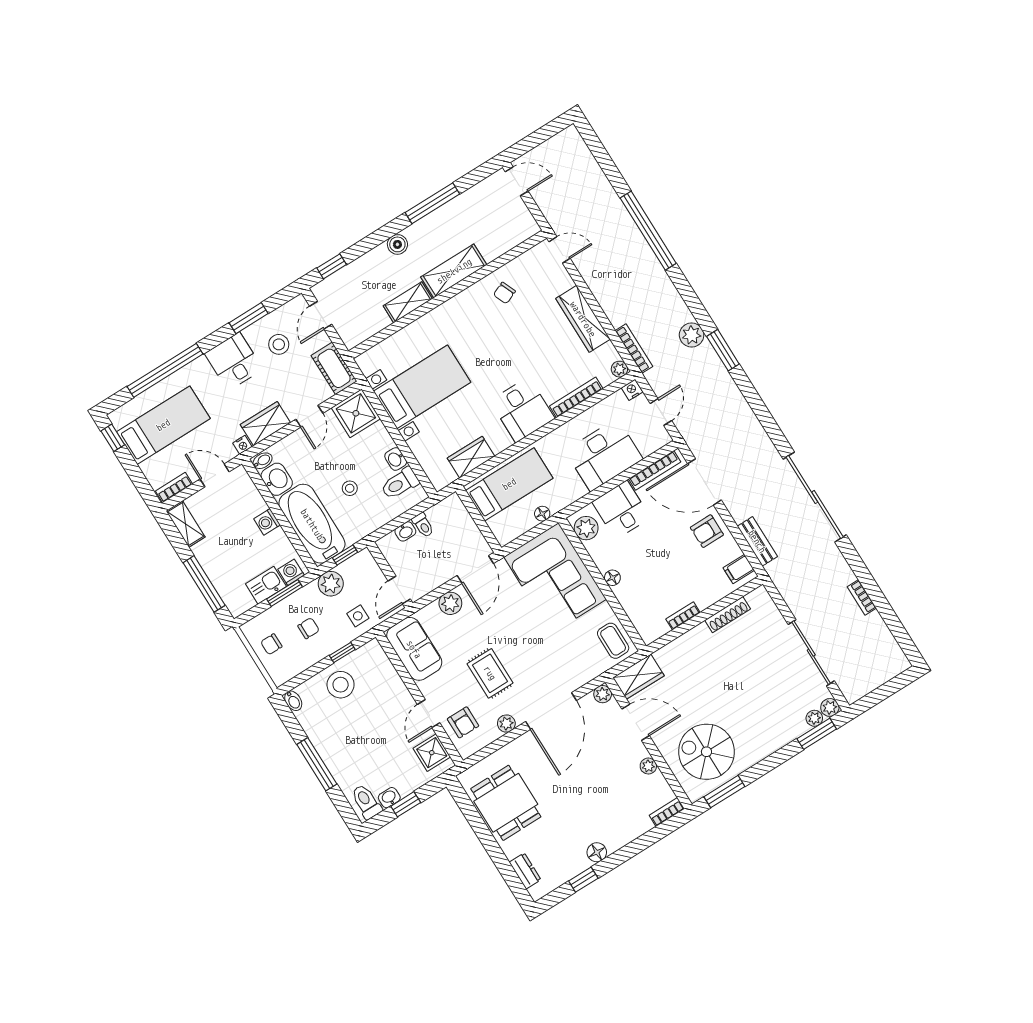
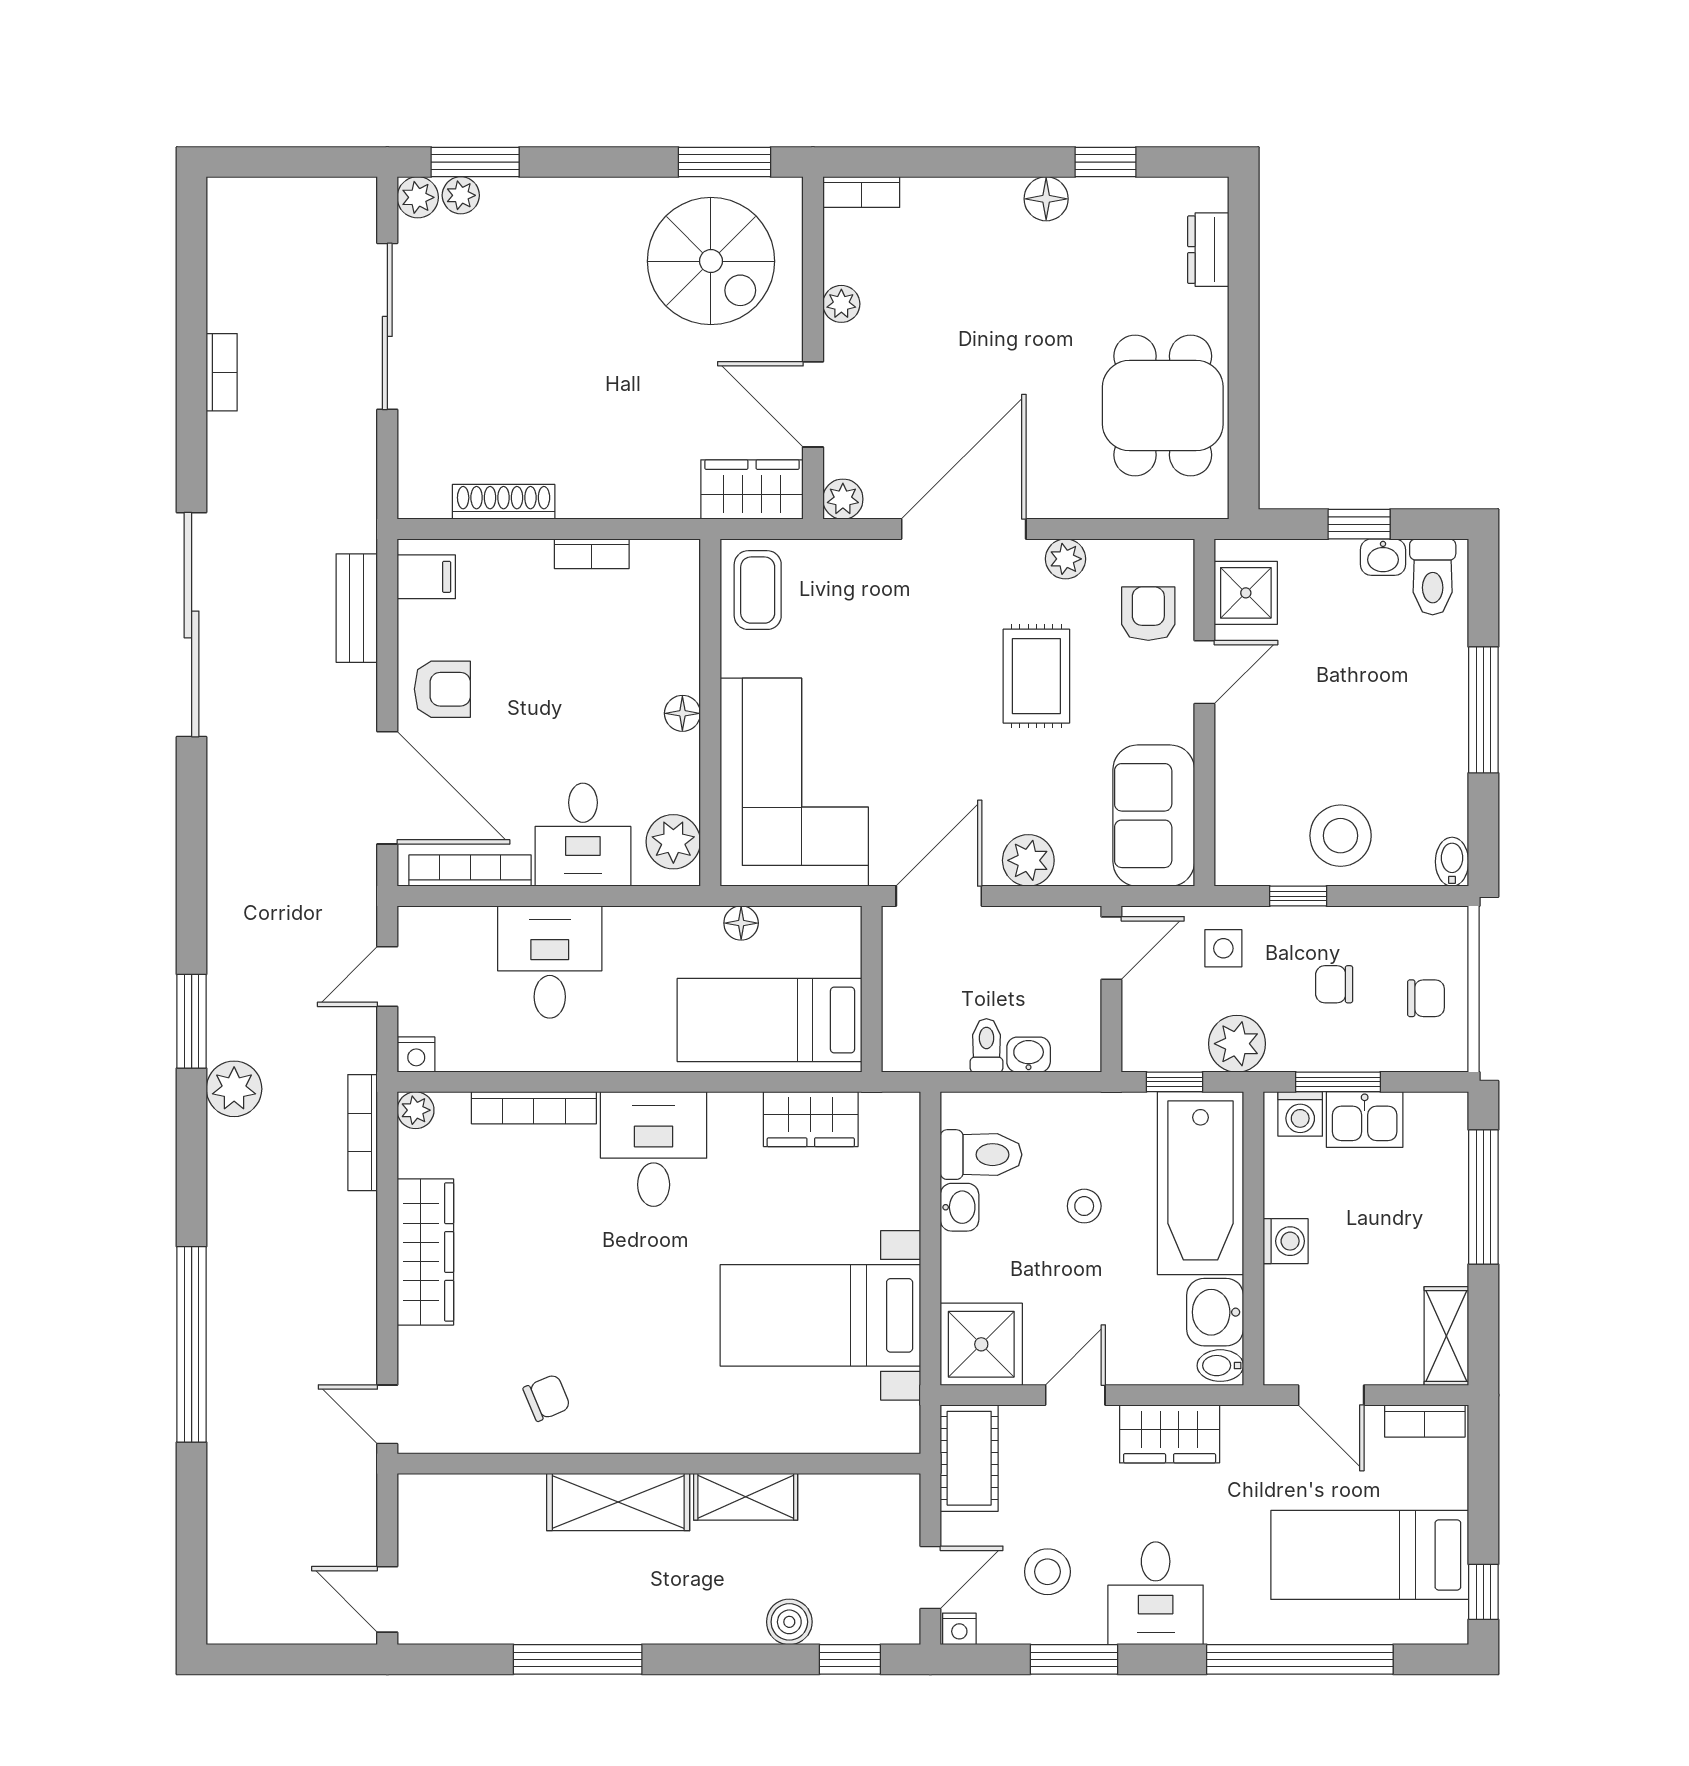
boiler: (397, 244) -> (789, 1622), moved
nightstand: (242, 445) -> (959, 1629), moved, turned 180
desk: (604, 455) -> (550, 962), width x0.73

